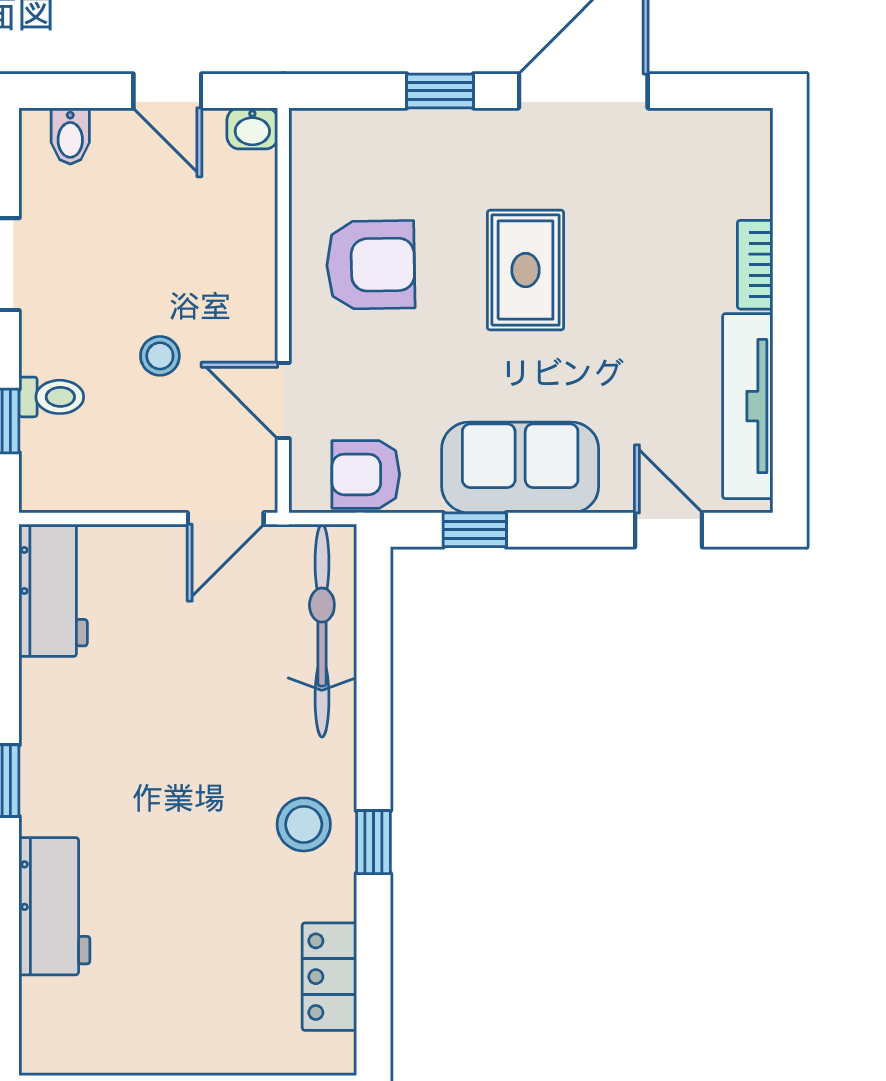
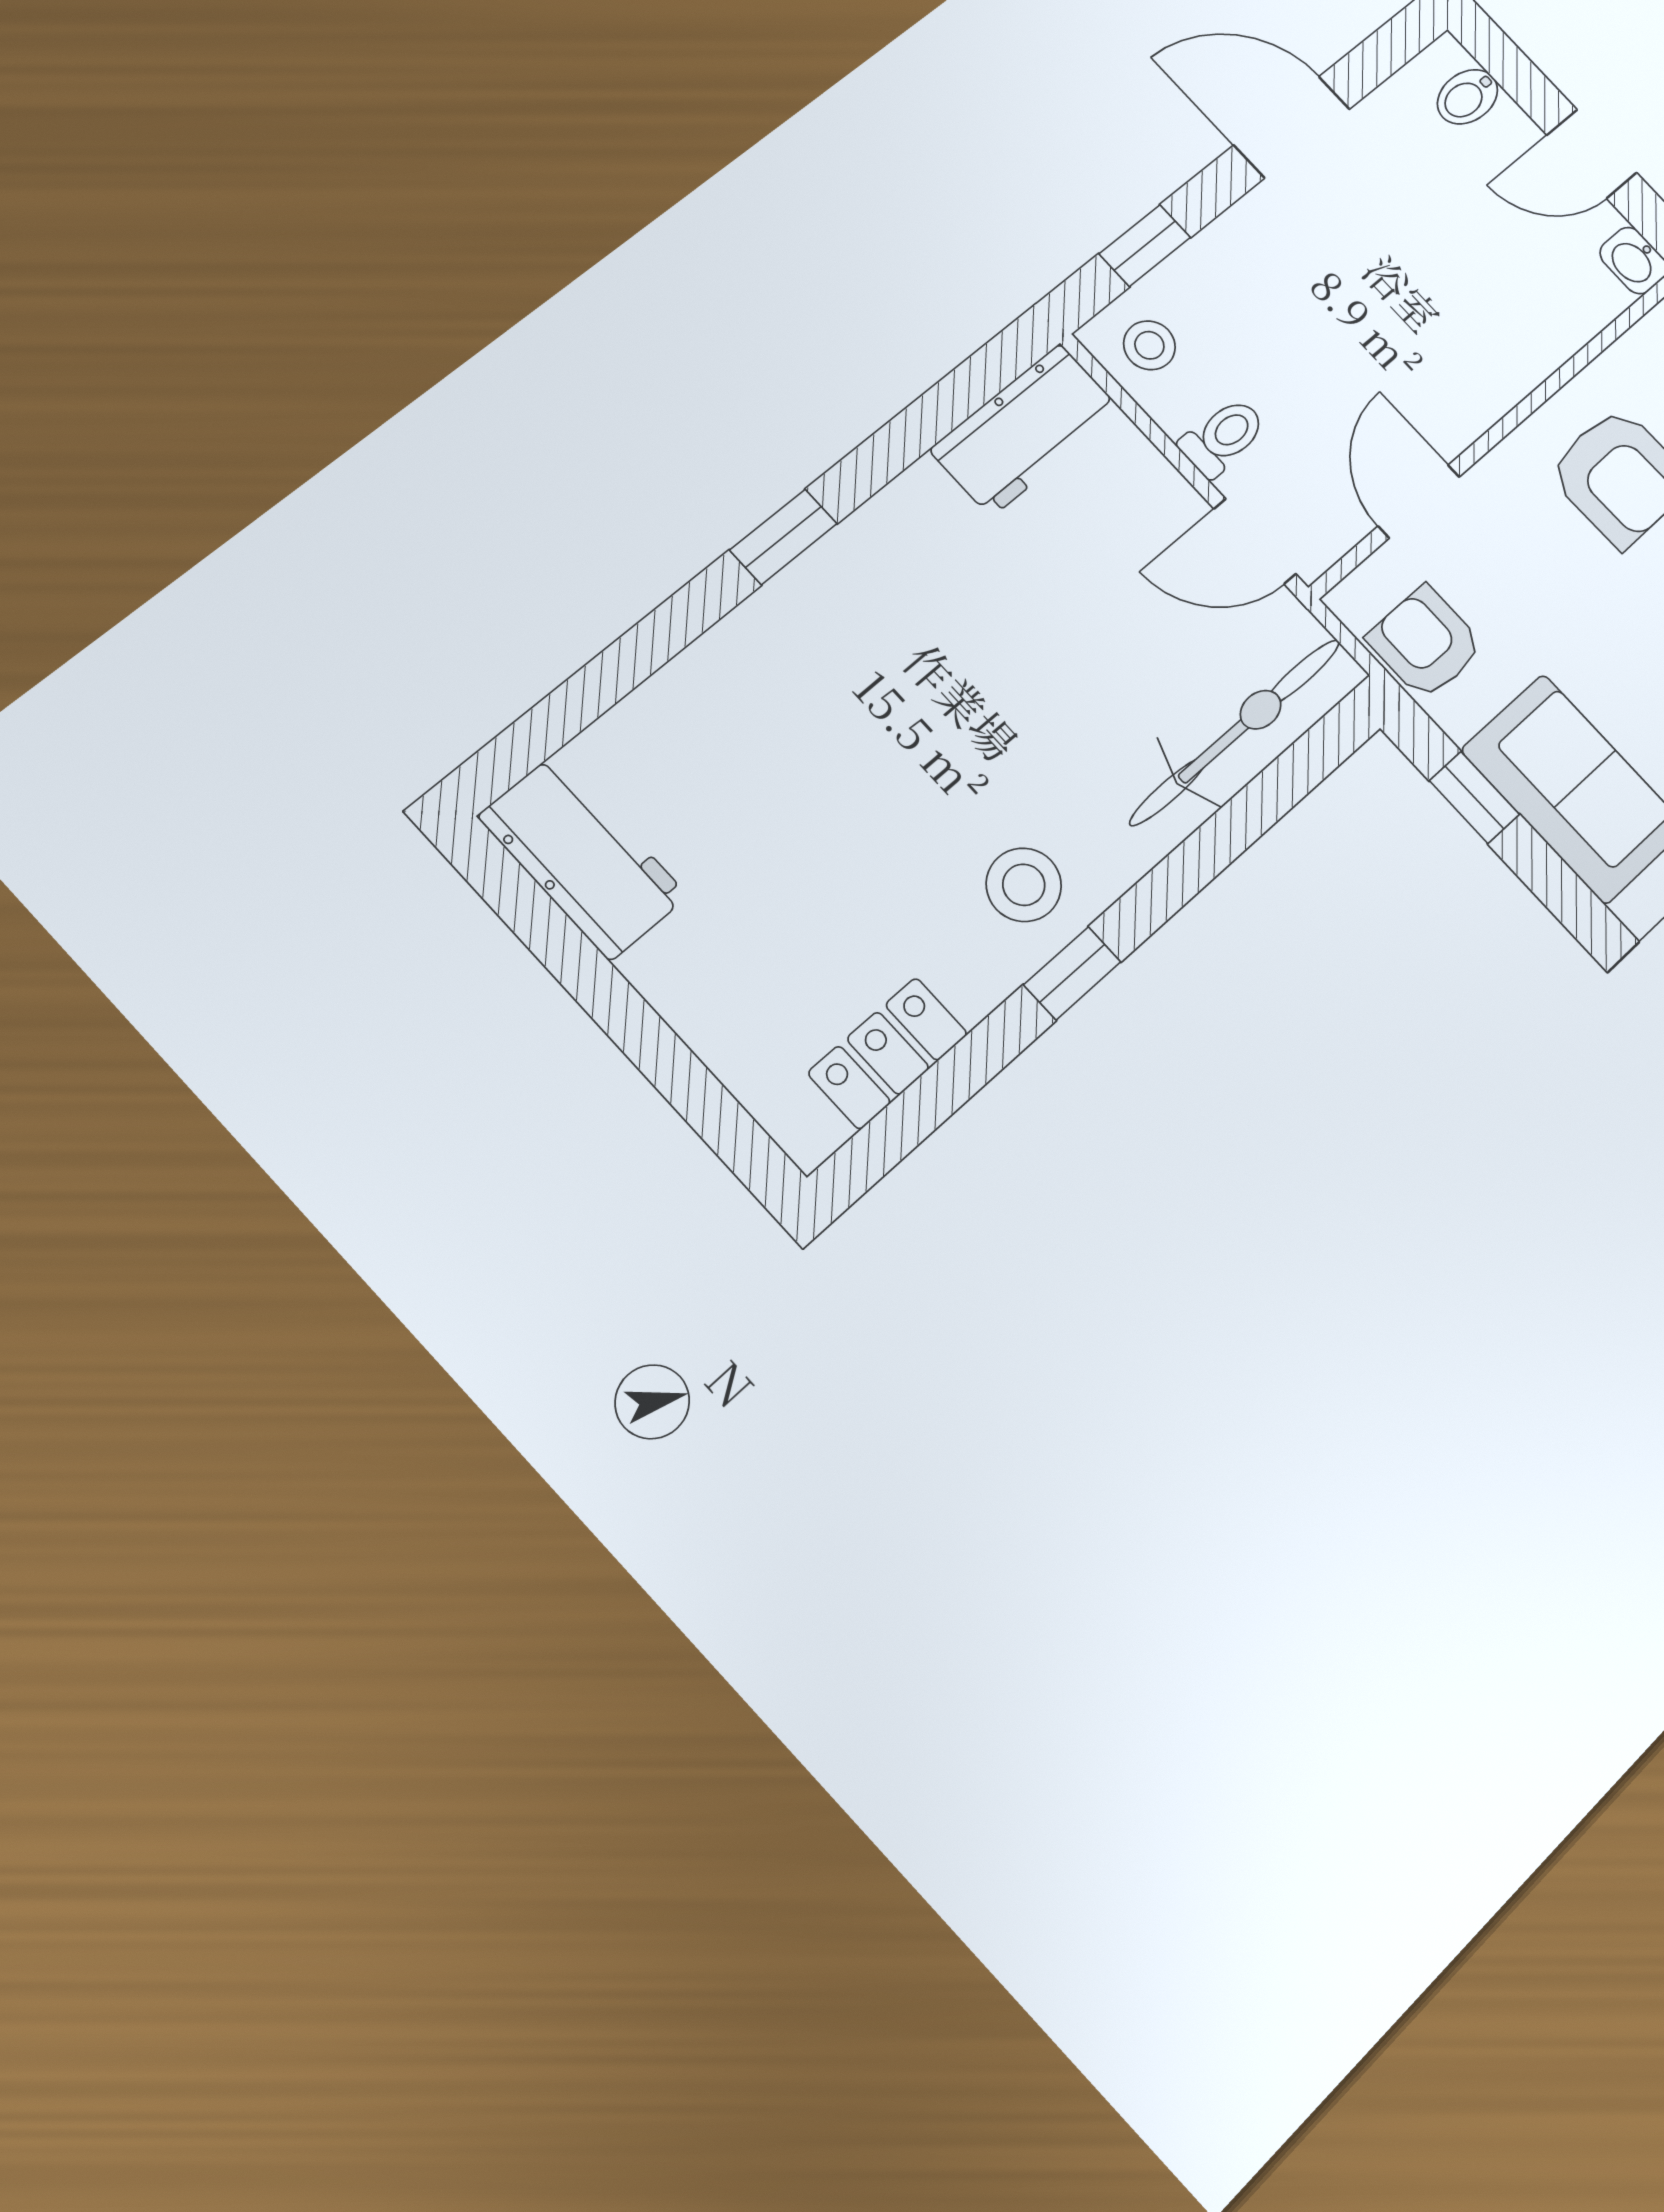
door: (167, 91) -> (1592, 154), hinge flipped
stool: (160, 356) -> (1149, 345), moved
toilet: (51, 397) -> (1223, 437), moved, turned -90
workbench: (54, 906) -> (583, 856), moved, turned -90

